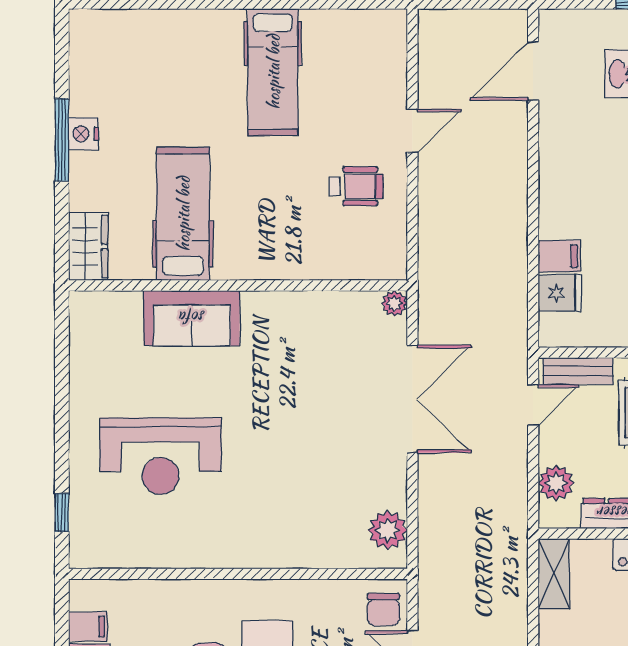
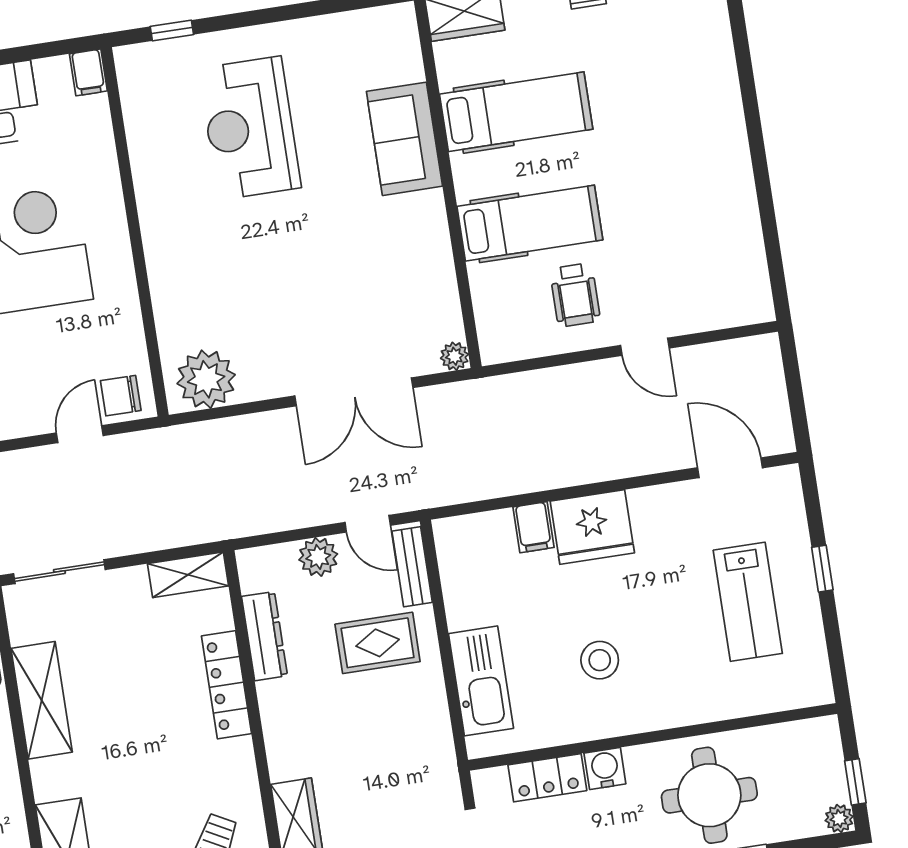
hospital bed: (273, 72) -> (530, 223), moved, turned 180
fridge: (560, 293) -> (592, 527), moved, width x1.88, depth x1.34
plant: (556, 483) -> (318, 557), moved
plant: (388, 530) -> (206, 379), width x1.36, depth x1.36
filing cabinet: (88, 627) -> (88, 72), moved

